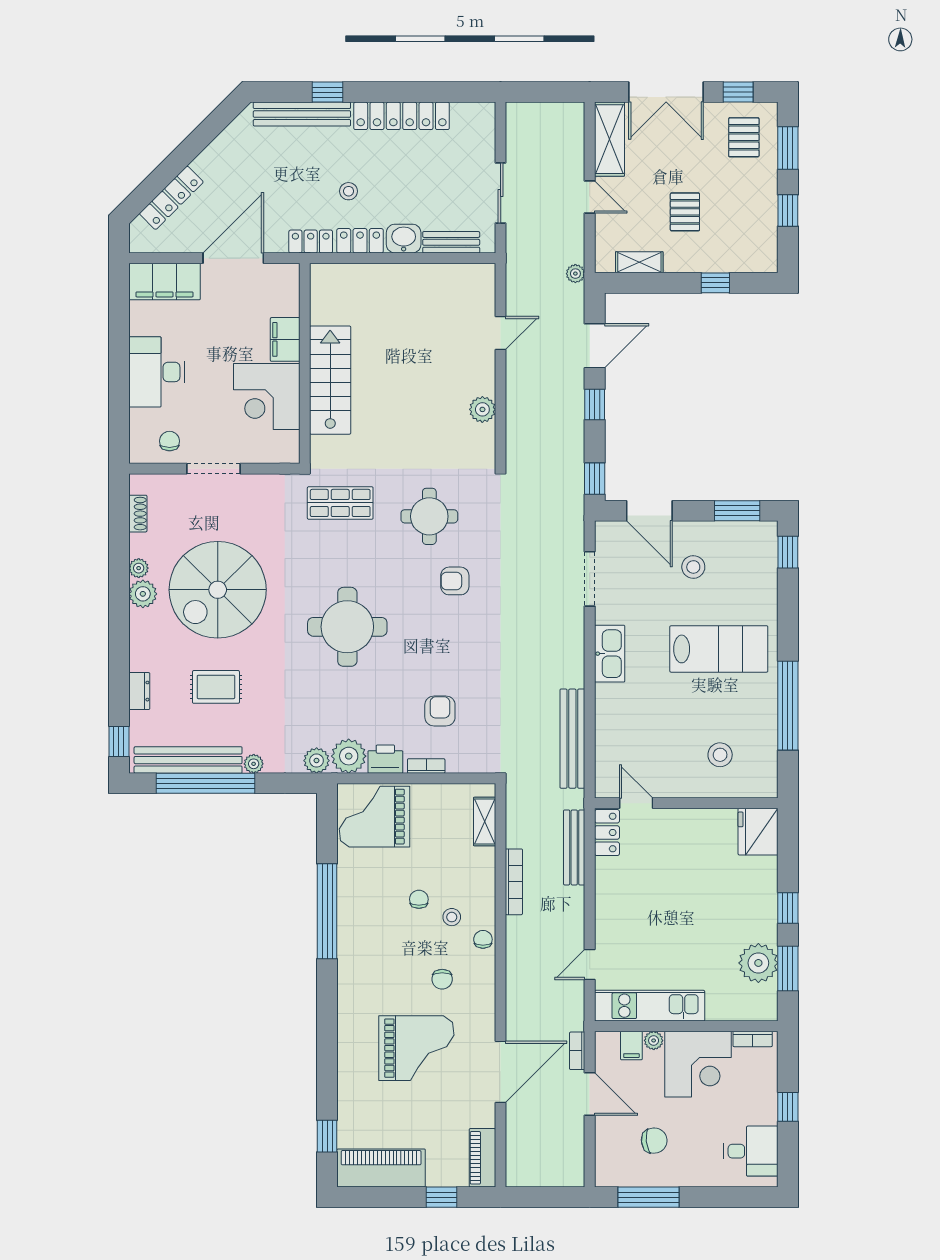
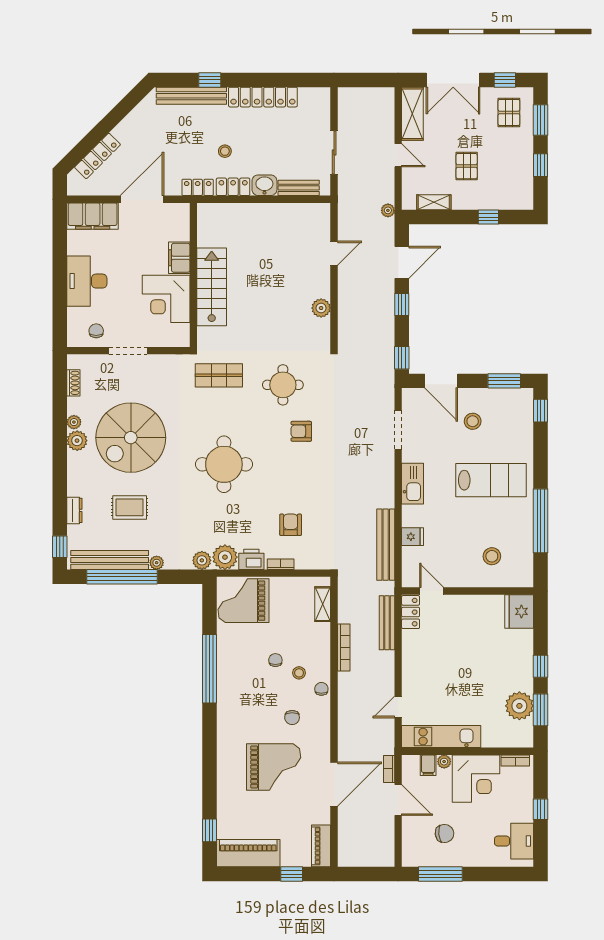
fridge: (610, 728) -> (412, 537), added

